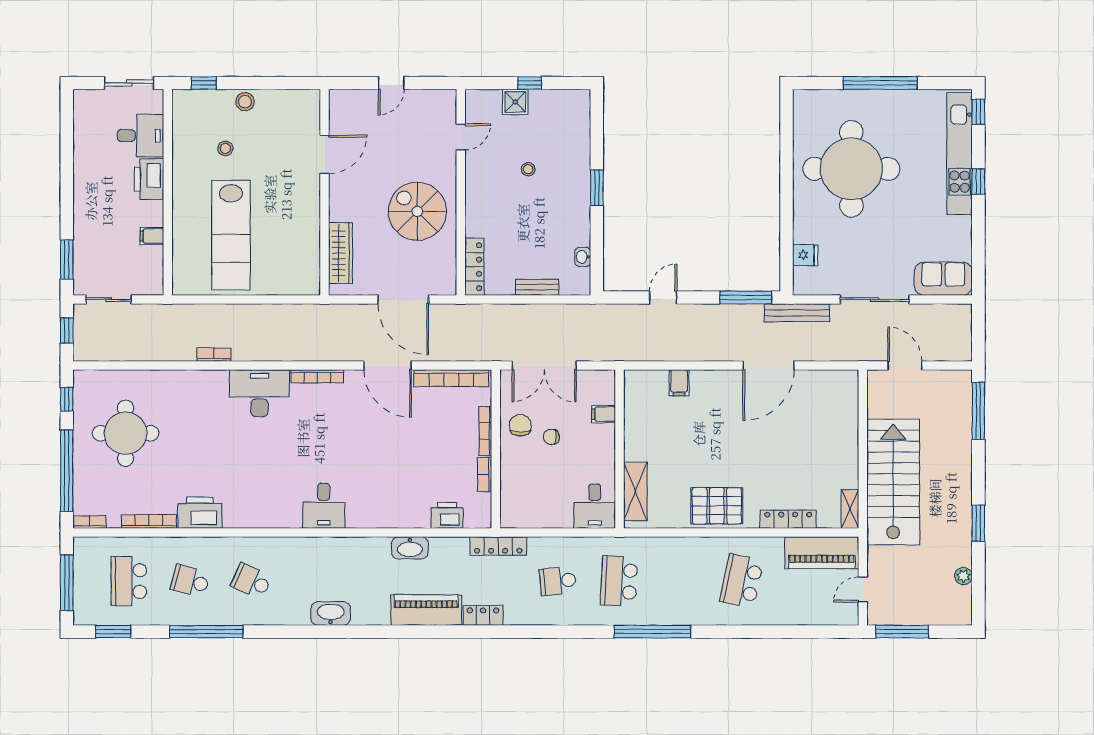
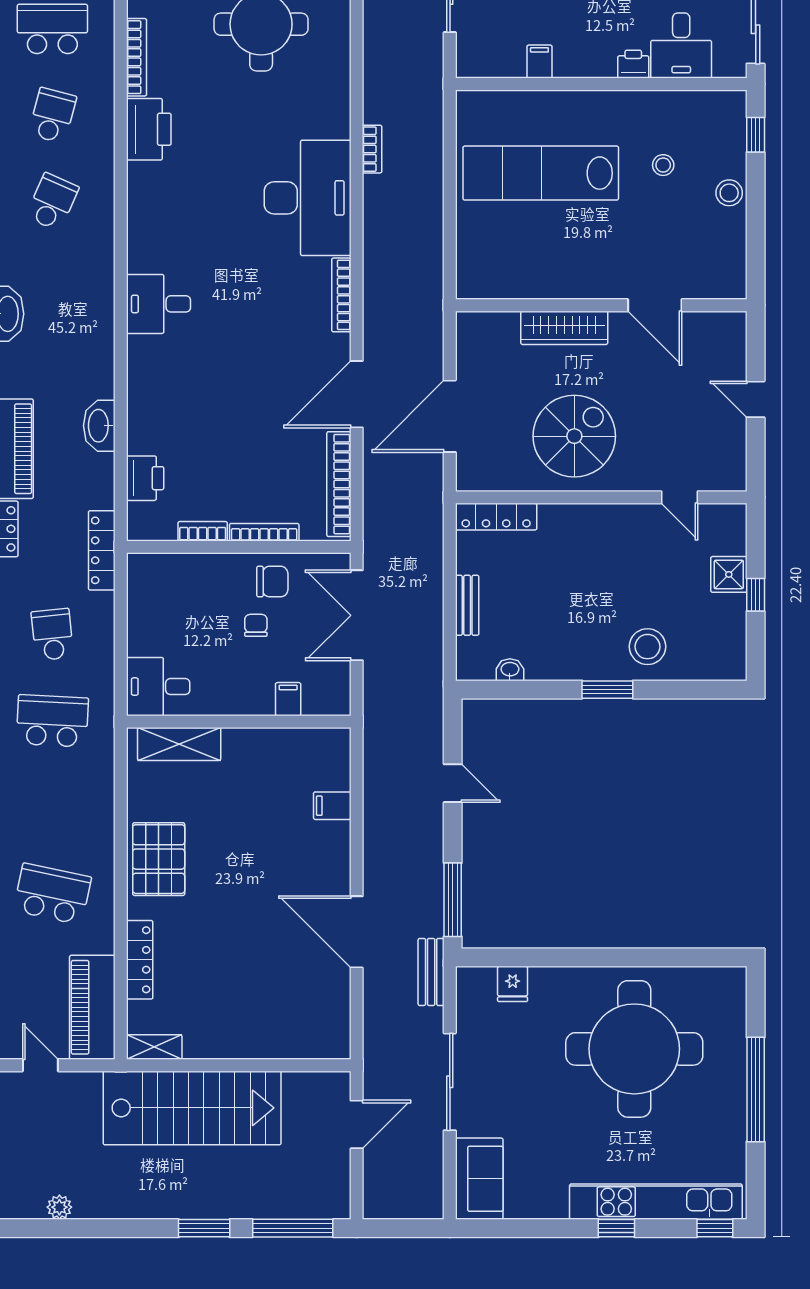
stool: (528, 169) -> (648, 647), moved, width x1.89, depth x1.89
printer: (149, 179) -> (633, 64), width x0.53, depth x0.68
wardrobe: (341, 253) -> (564, 328), moved
bench: (797, 313) -> (431, 972), width x0.73
desk: (259, 393) -> (308, 198), width x1.36, depth x1.30
window: (978, 523) -> (204, 1228), moved

